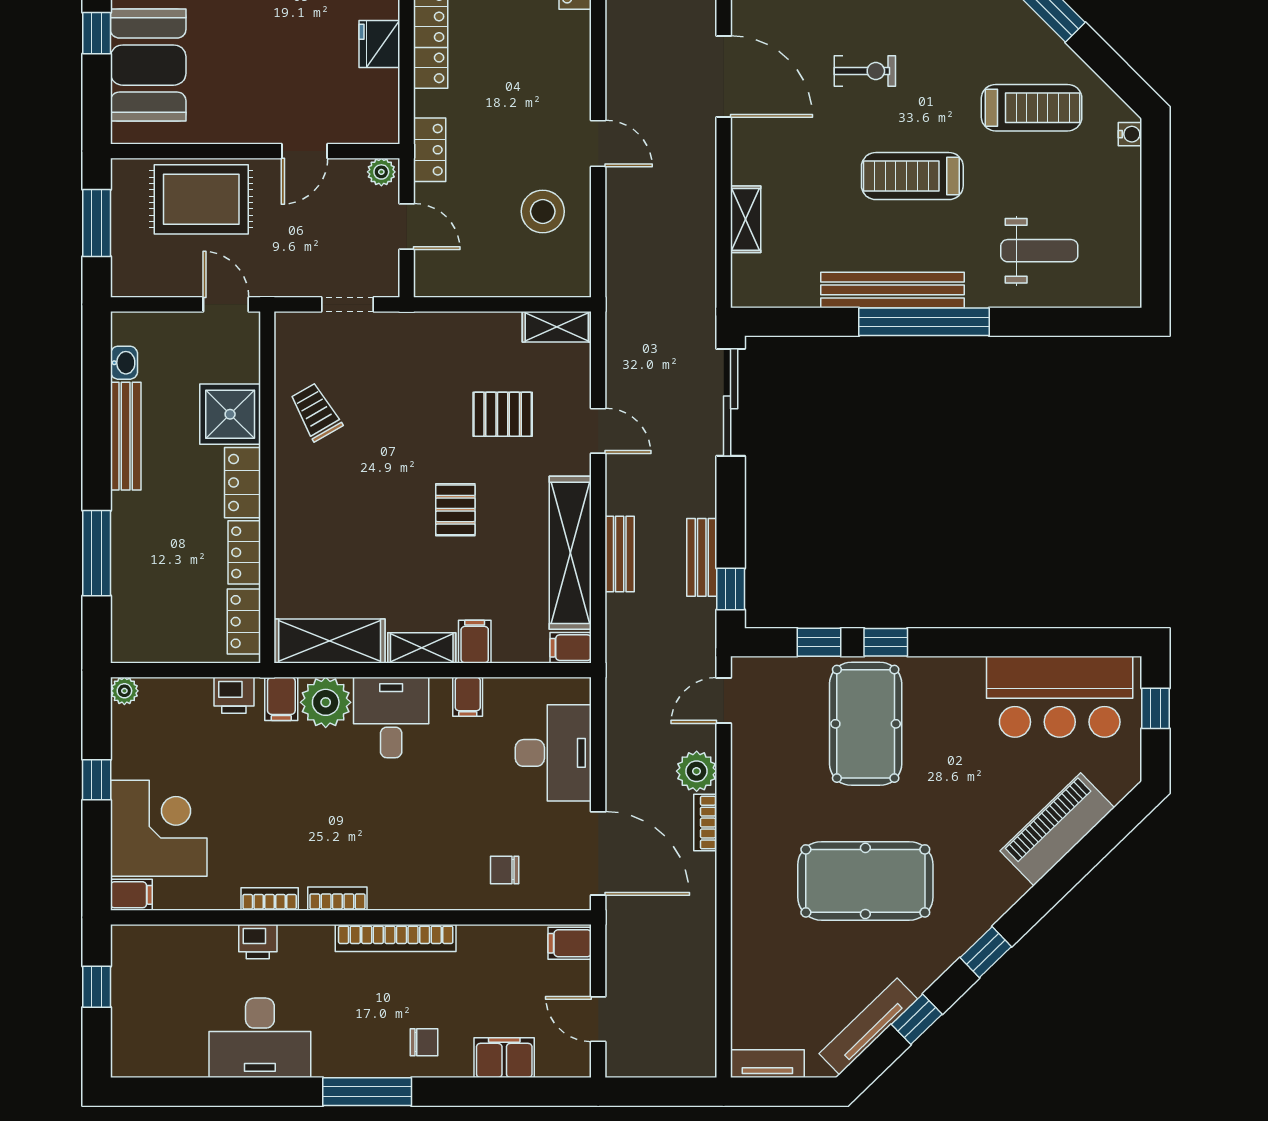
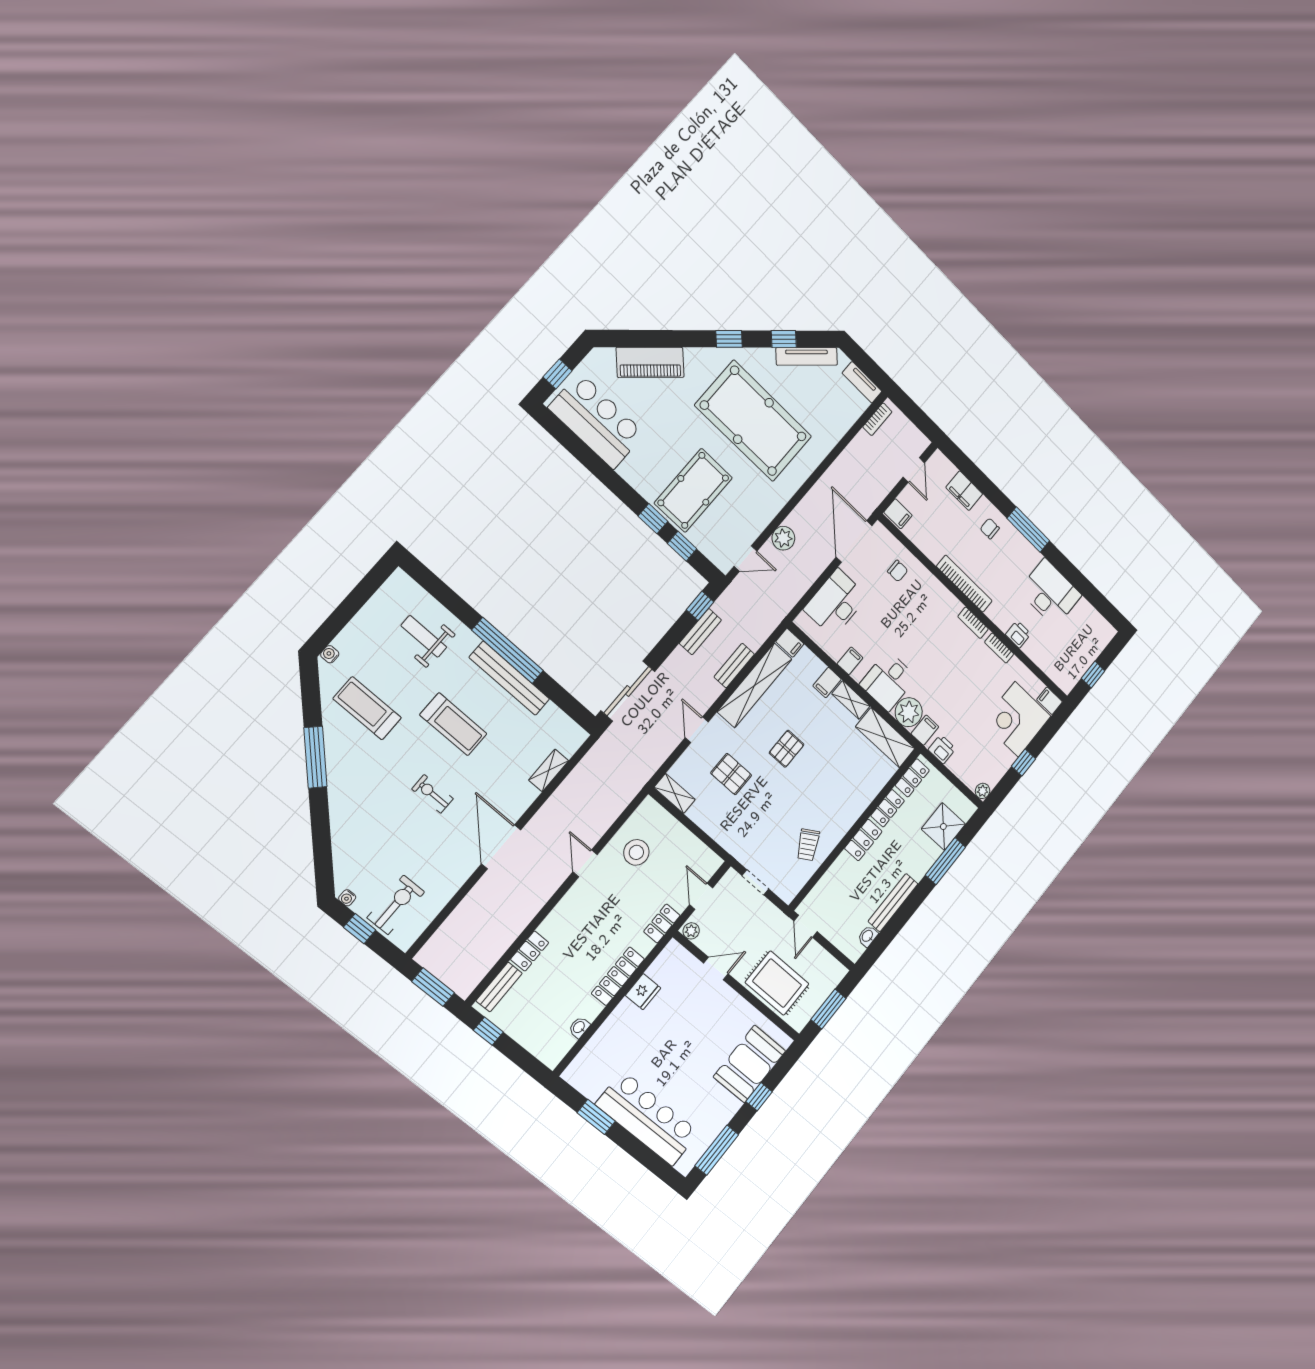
shower: (230, 414) -> (943, 826), moved
bookcase: (705, 823) -> (877, 419), moved
pool table: (865, 881) -> (753, 421), width x1.36, depth x1.32

